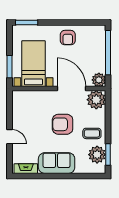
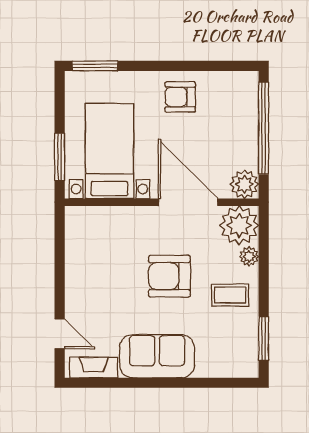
armchair: (68, 38) -> (180, 97), turned 90
door: (9, 137) -> (60, 334), moved
plant: (97, 155) -> (249, 256), moved, width x0.53, depth x0.53

